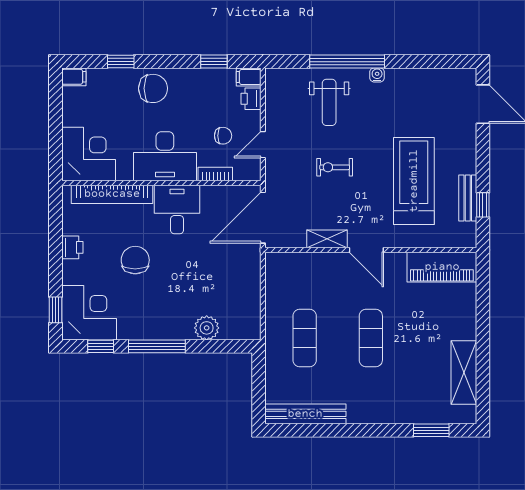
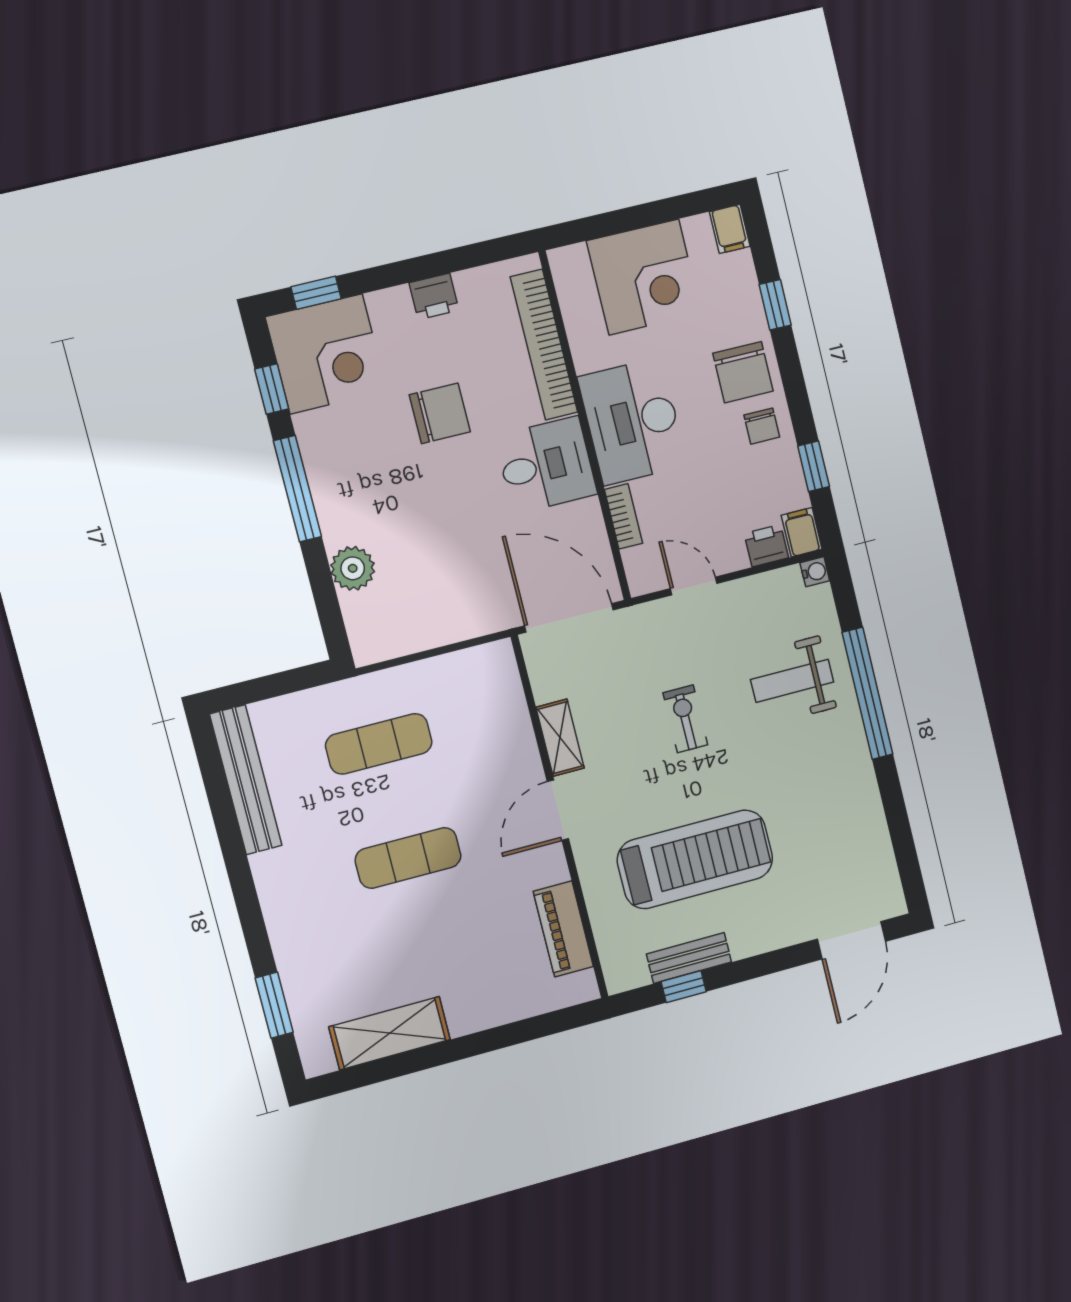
water cooler: (377, 75) -> (815, 572), moved
chair: (223, 136) -> (762, 426), moved
corner desk: (89, 154) -> (644, 277), moved
piano: (442, 267) -> (563, 929), width x0.73, depth x0.75

